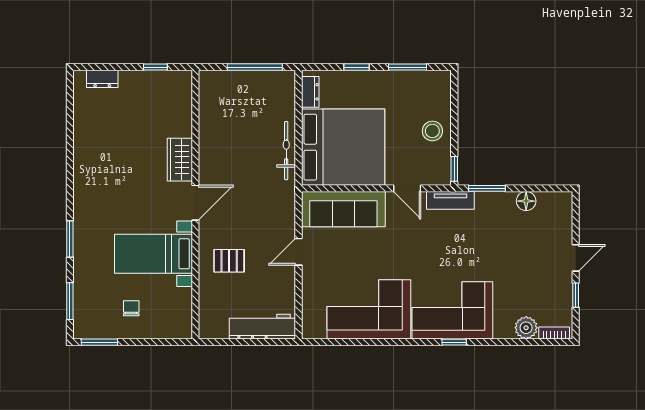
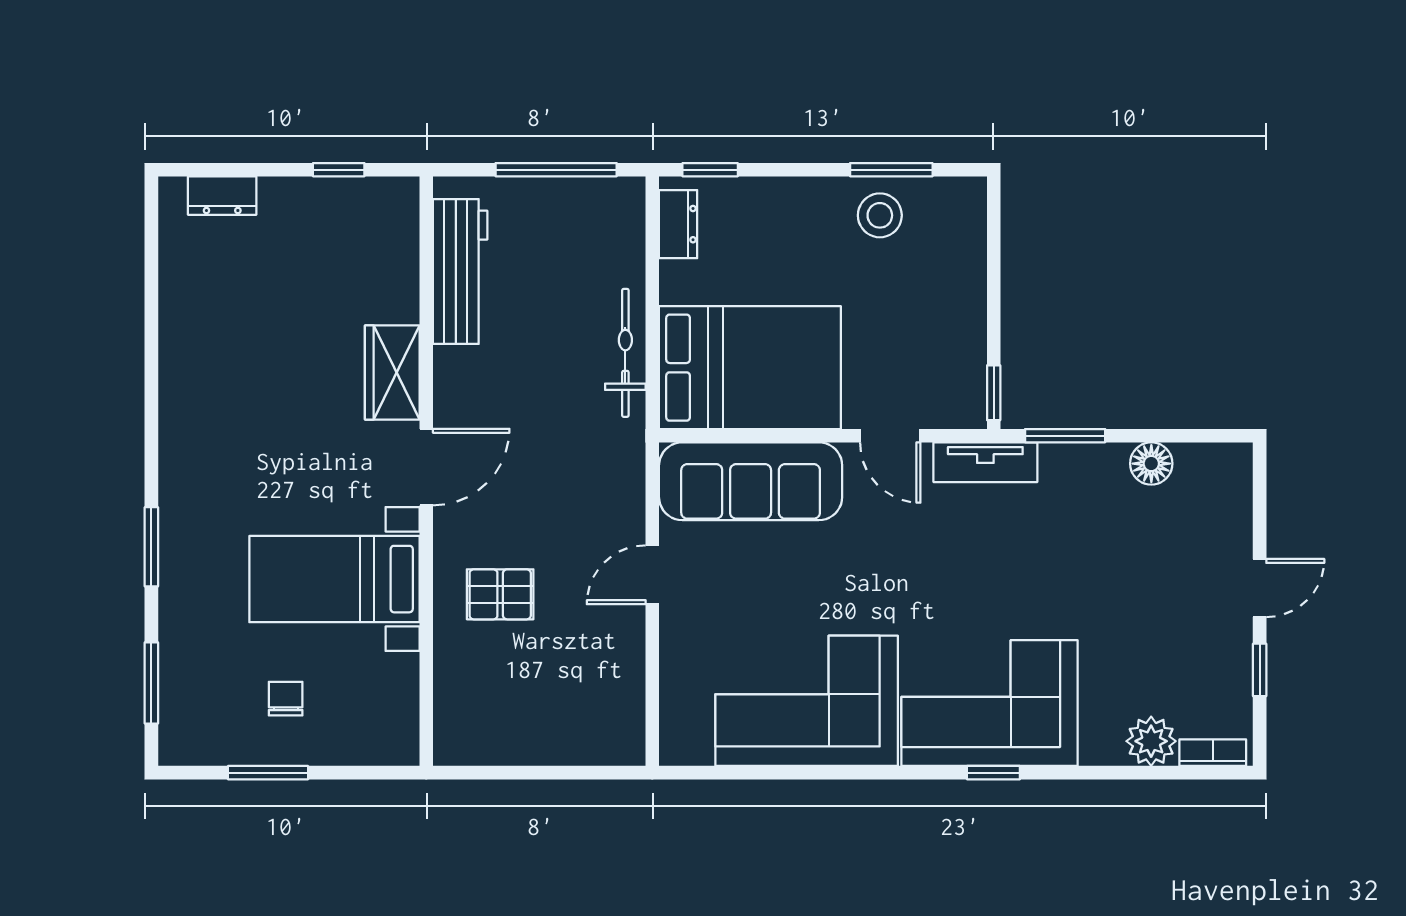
window: (356, 67) -> (710, 170), moved
stool: (432, 131) -> (880, 215), moved
bed: (343, 147) -> (750, 368), width x0.73
workbench: (262, 327) -> (460, 272), moved, turned 90
window: (99, 342) -> (268, 773), moved

